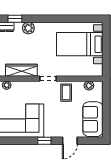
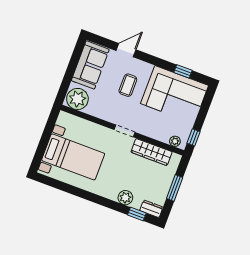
plant: (89, 86) -> (77, 99), width x1.88, depth x1.88
coffee table: (66, 93) -> (128, 85), moved
window: (44, 141) -> (183, 71), moved

